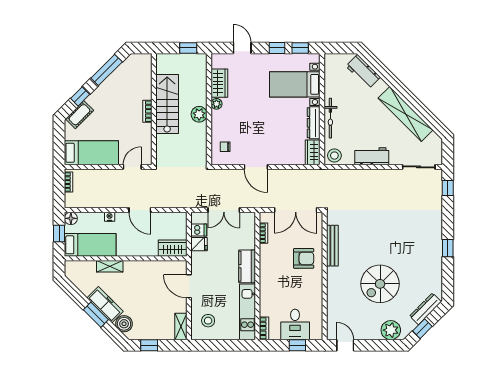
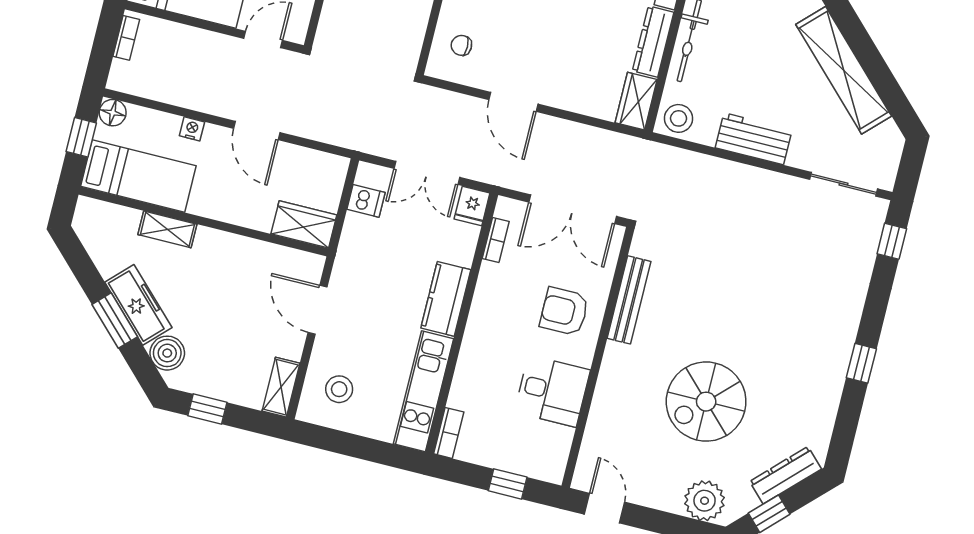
fridge: (199, 244) -> (472, 206), moved, turned 90
armchair: (304, 258) -> (564, 311), turned 180
desk: (295, 324) -> (552, 391), moved, turned -90

